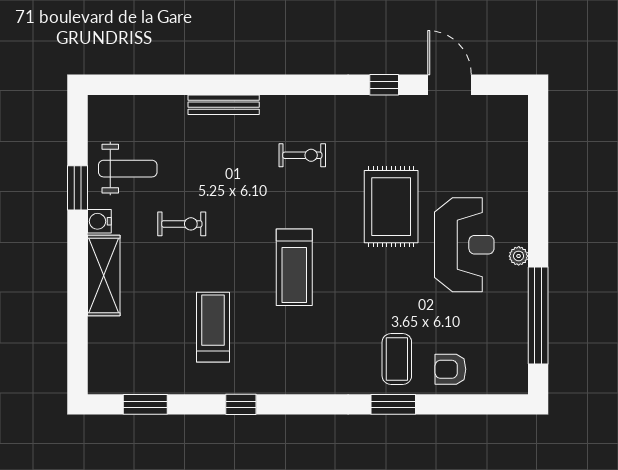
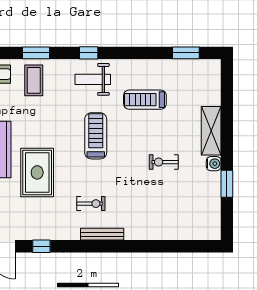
bench: (224, 105) -> (102, 234), moved
exercise bike: (302, 155) -> (91, 204), turned 180
weight bench: (128, 169) -> (93, 79), moved
treadmill: (213, 327) -> (145, 100), turned 90
window: (241, 404) -> (89, 53), moved

